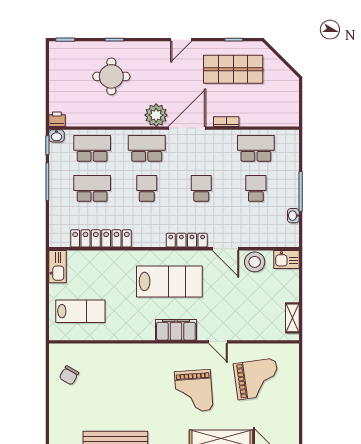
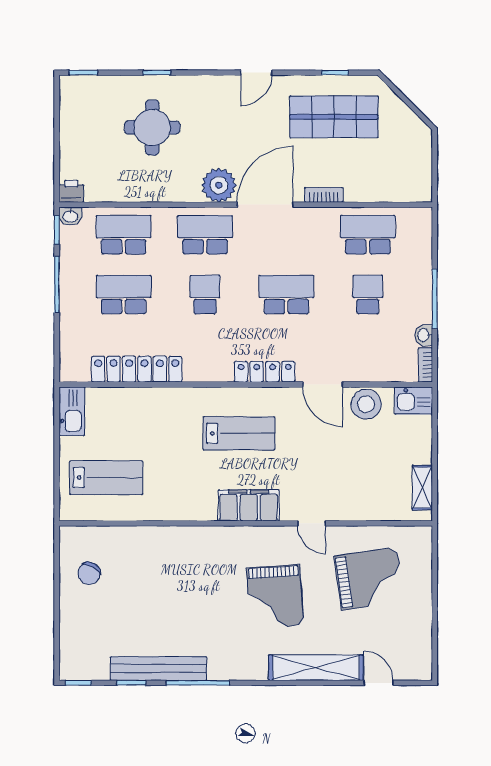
school desk: (201, 188) -> (286, 295), width x1.85
bookcase: (295, 236) -> (425, 365), added
lab bench: (169, 281) -> (239, 433), width x0.73, depth x0.72

